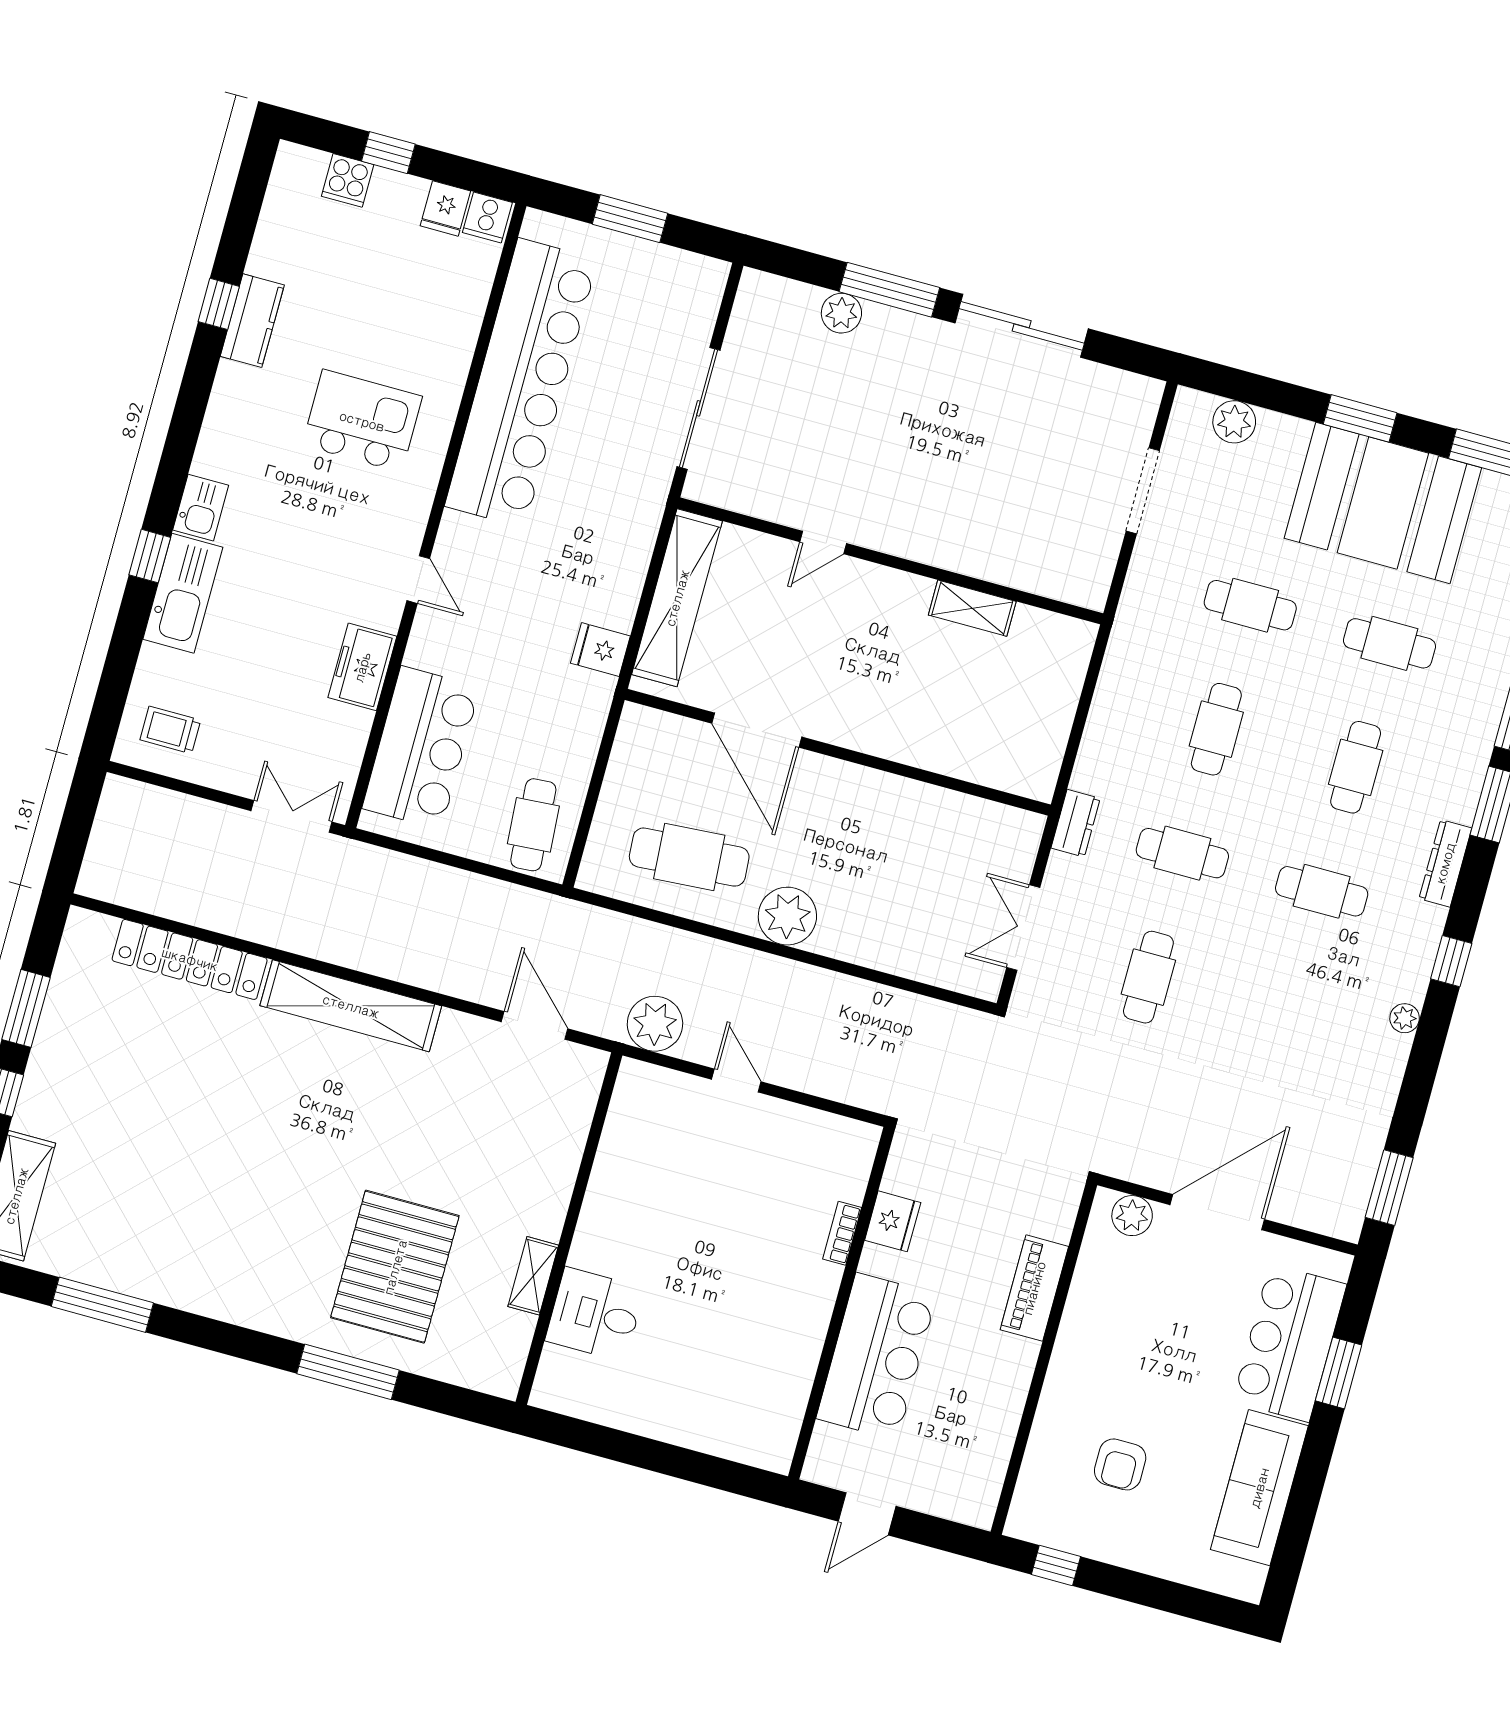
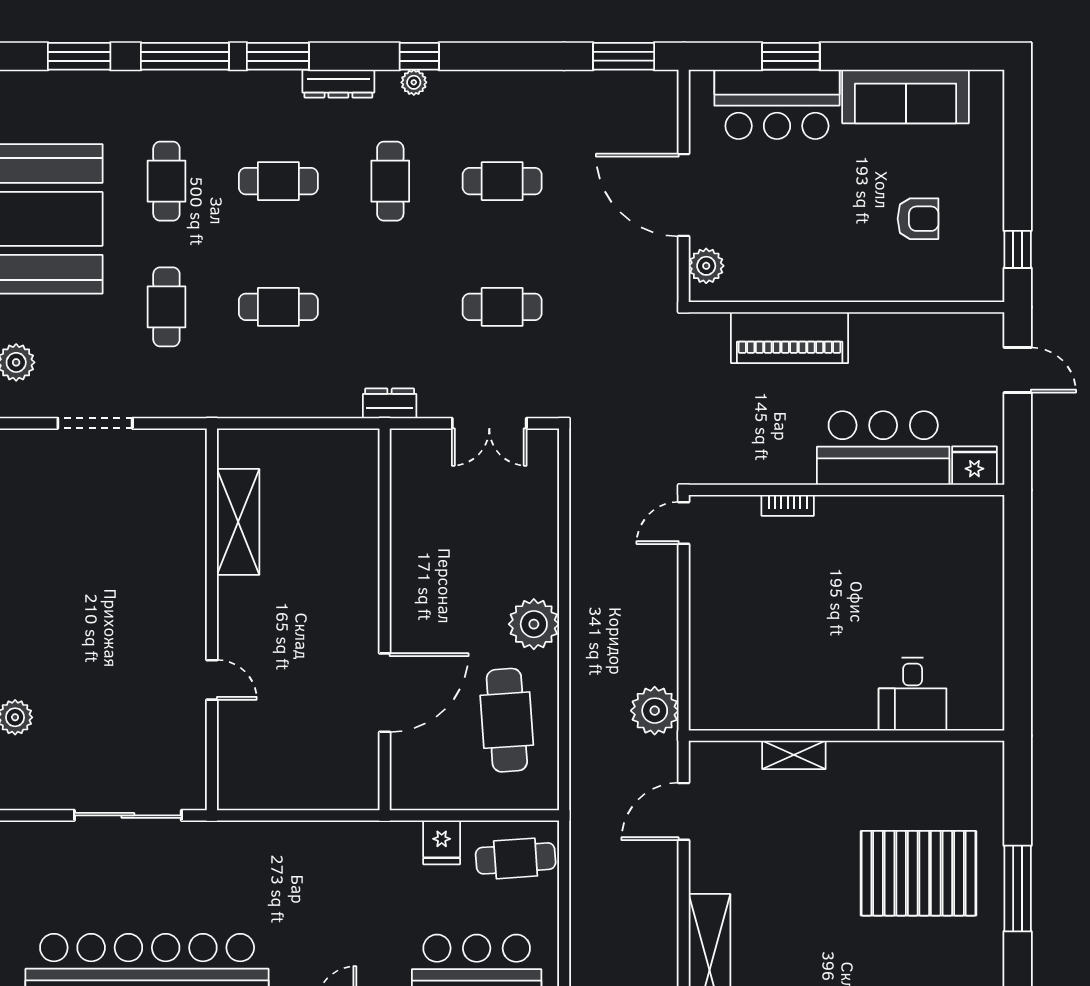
shelving: (677, 598) -> (292, 790), removed
shelving: (972, 608) -> (238, 522), width x1.50, depth x1.33
fridge: (600, 650) -> (442, 842), moved
cafe table: (1182, 853) -> (502, 181), moved, turned 90
plant: (1405, 1018) -> (414, 82), moved
door: (736, 1080) -> (684, 523), moved
fridge: (893, 1221) -> (974, 466), moved
shelving: (533, 1276) -> (794, 755), moved
piano: (1034, 1288) -> (790, 338), width x1.37, depth x1.33
door: (867, 1514) -> (1018, 370), moved

